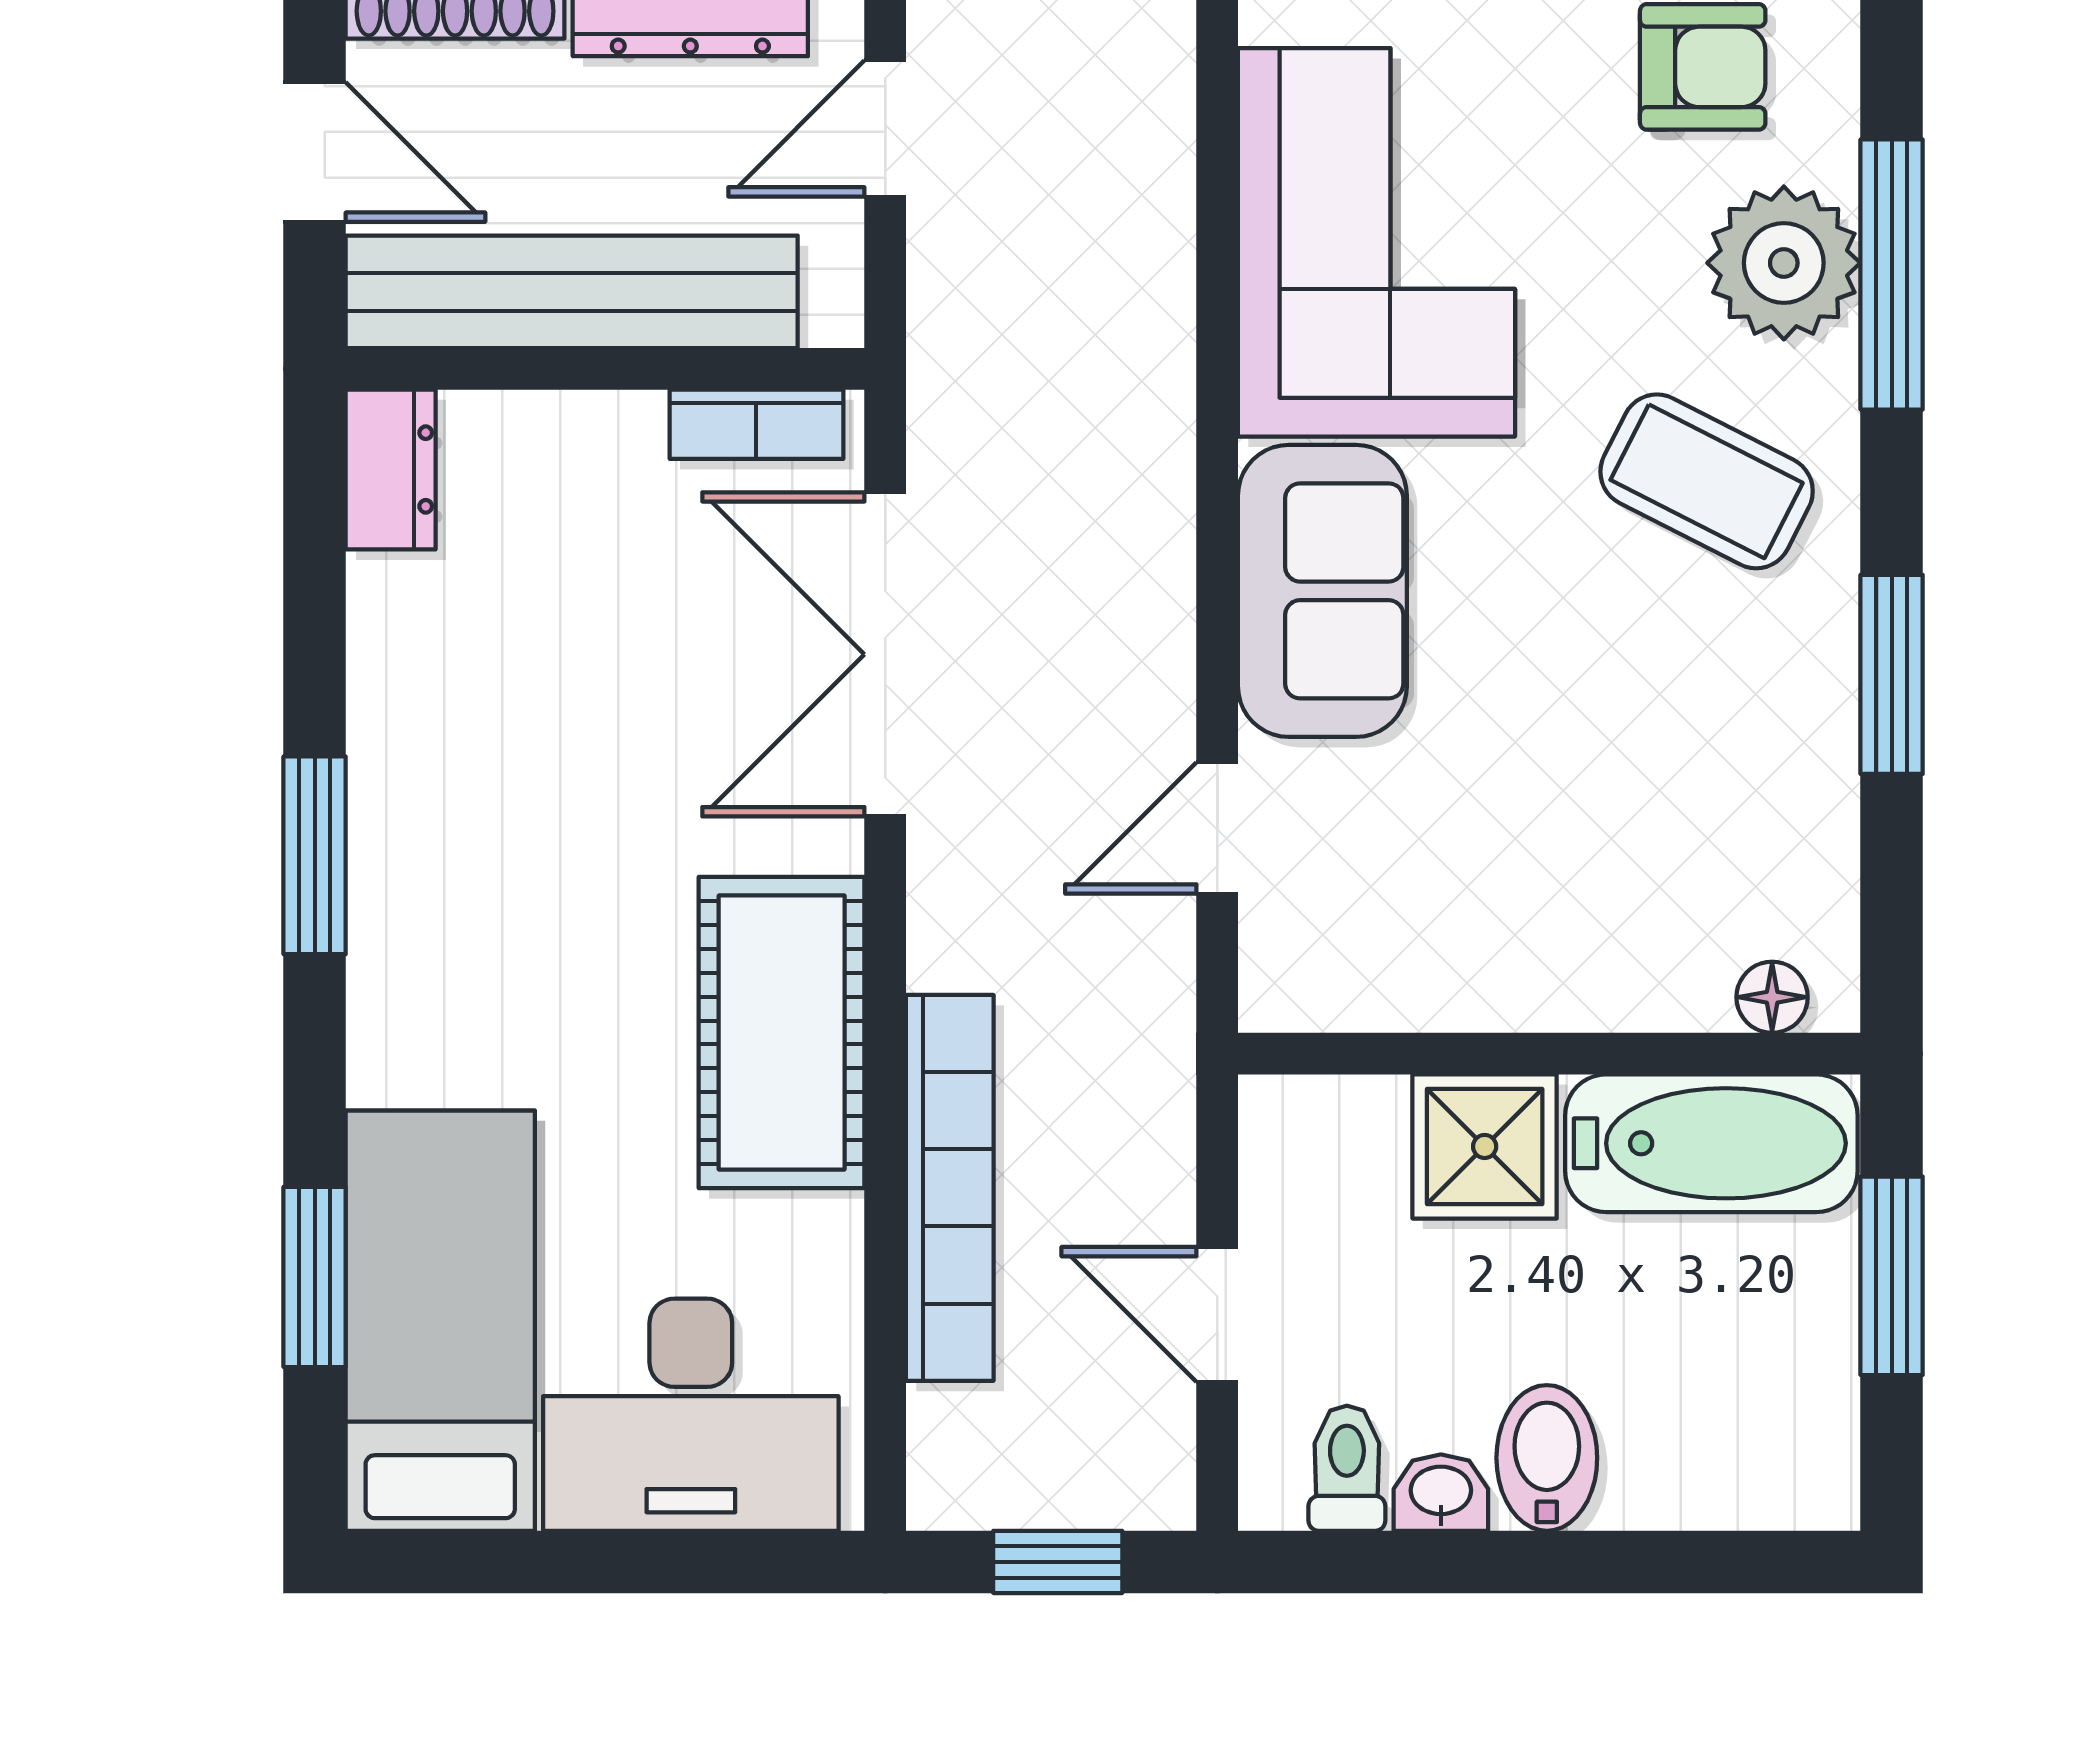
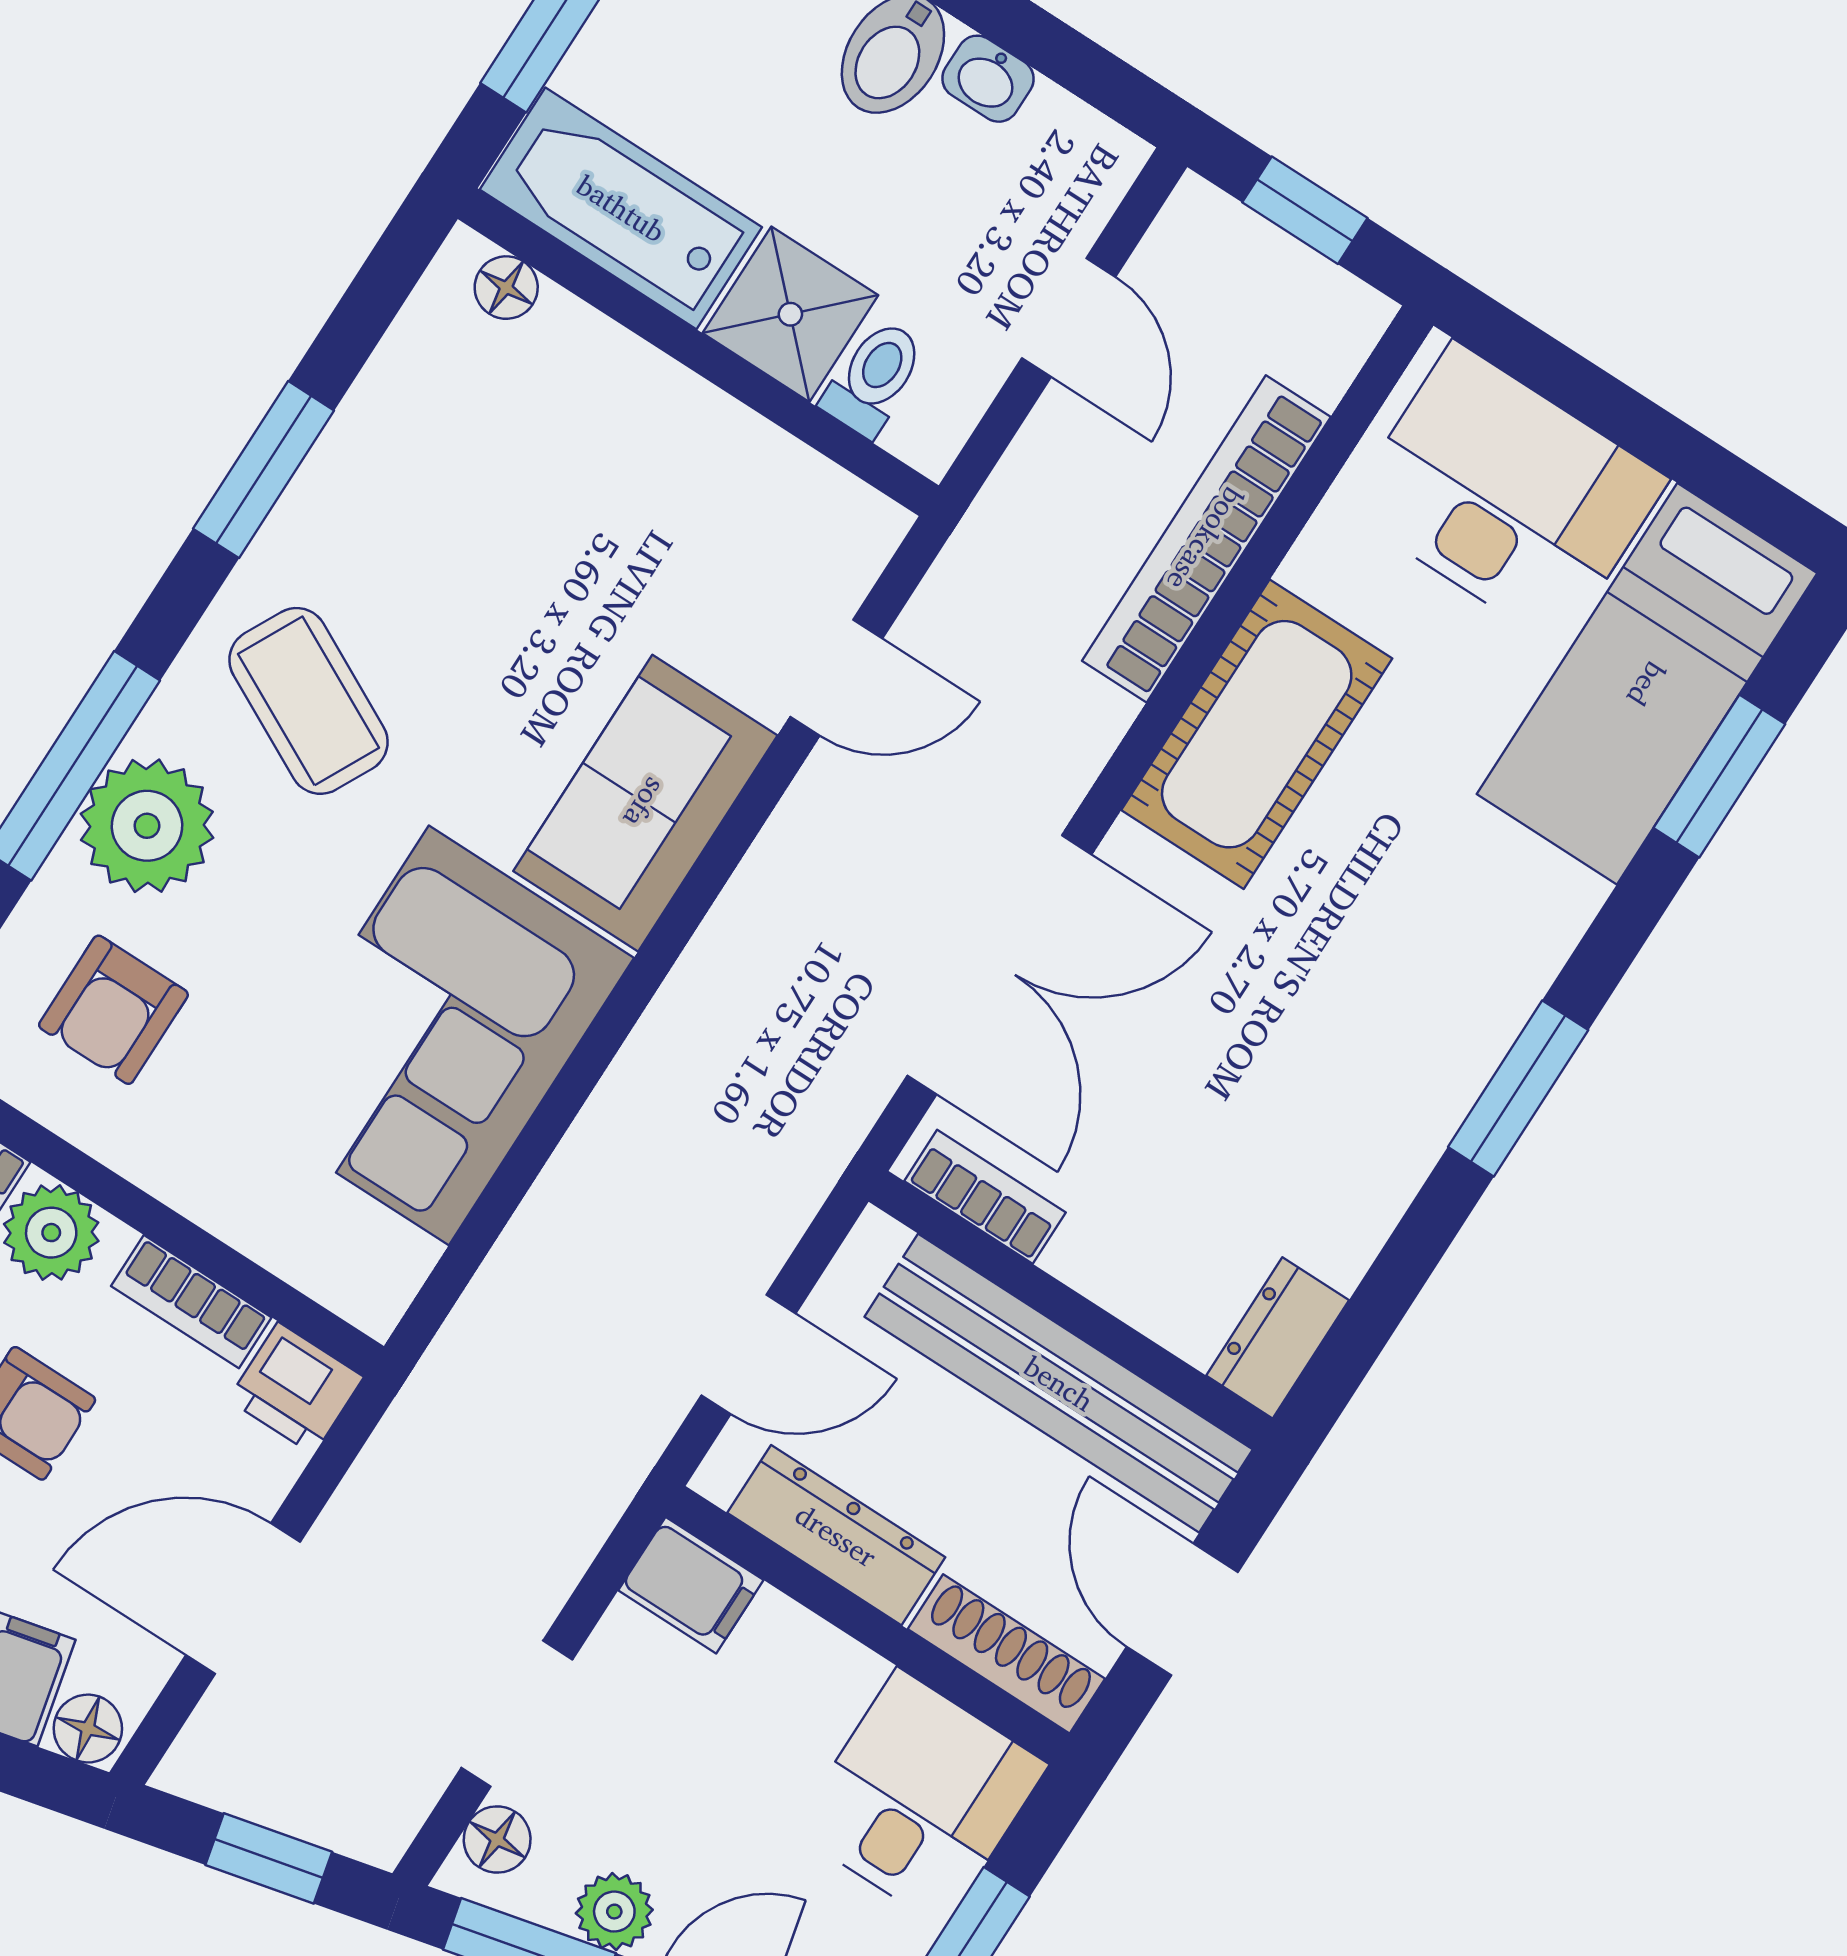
armchair: (1703, 67) -> (113, 1010), turned -90
toilet: (1347, 1468) -> (874, 378), moved, turned 180

